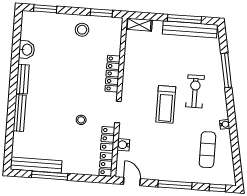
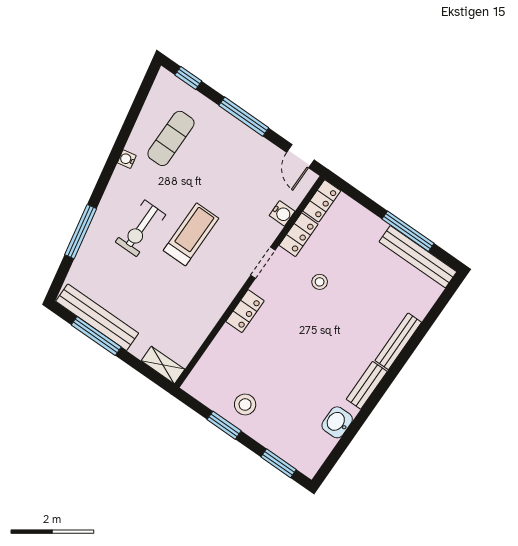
window: (101, 13) -> (224, 425), moved
locker: (113, 74) -> (245, 311), width x0.66

